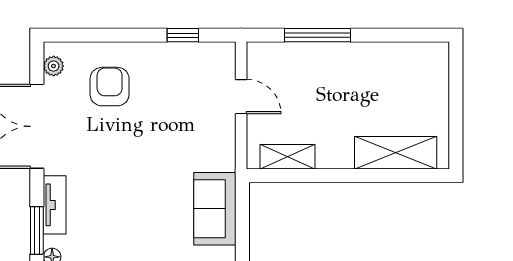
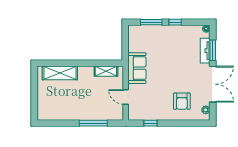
sofa: (215, 209) -> (137, 68), moved
window: (37, 231) -> (213, 50), moved

